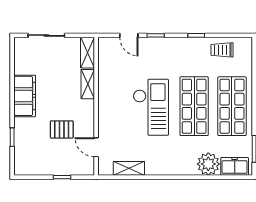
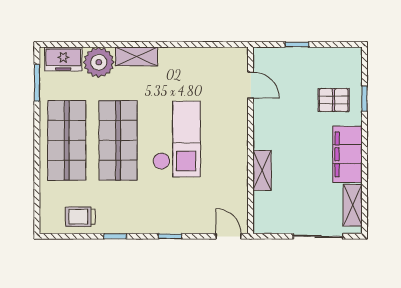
door: (129, 35) -> (228, 236), moved
trolley: (222, 50) -> (80, 217), turned 180
shelving: (87, 53) -> (353, 205), moved
checkout: (151, 107) -> (177, 139), turned 180
pallet: (62, 129) -> (334, 100), moved
shelving: (129, 168) -> (137, 56), moved

